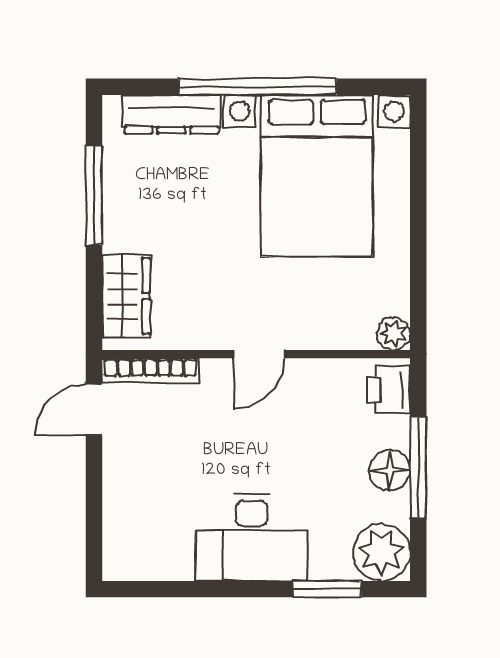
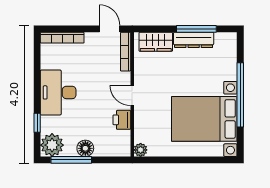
dresser: (171, 114) -> (194, 40), moved, turned -90
printer: (388, 389) -> (122, 120), moved, turned -90
window: (418, 467) -> (71, 160), moved
bookcase: (116, 527) -> (62, 38), added
window: (327, 589) -> (37, 123), width x0.67

